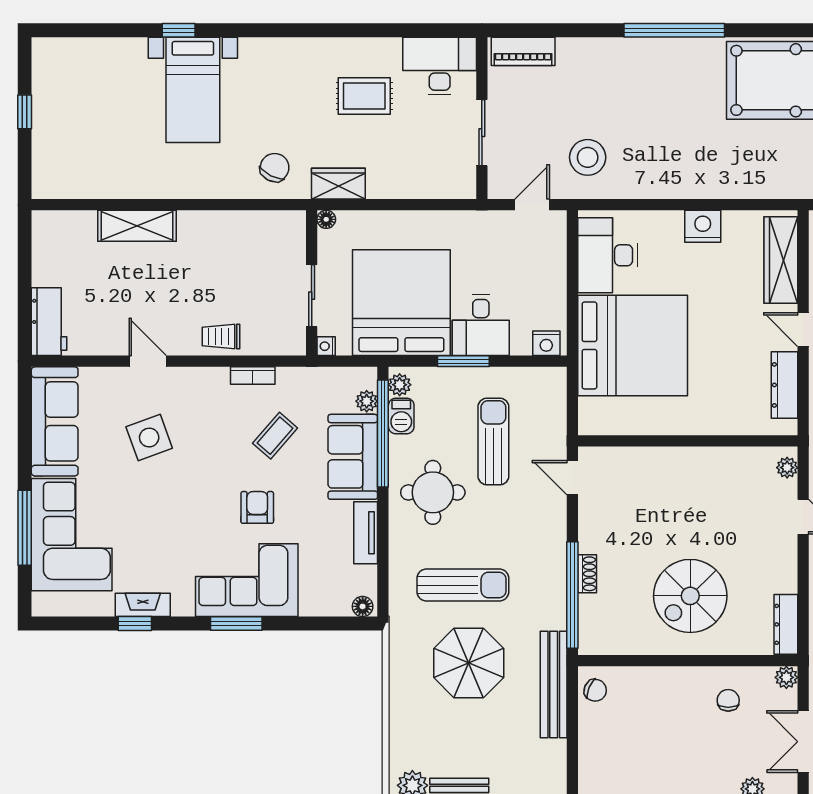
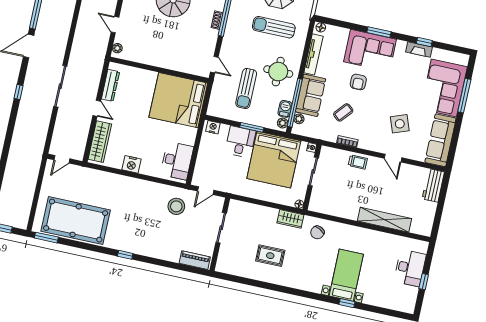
window: (674, 30) -> (125, 255), width x0.32
desk: (440, 66) -> (410, 268), moved, turned -90
shelving: (137, 226) -> (385, 220), width x1.47
bed: (633, 345) -> (178, 100), moved
tv unit: (366, 533) -> (313, 54), width x1.41

